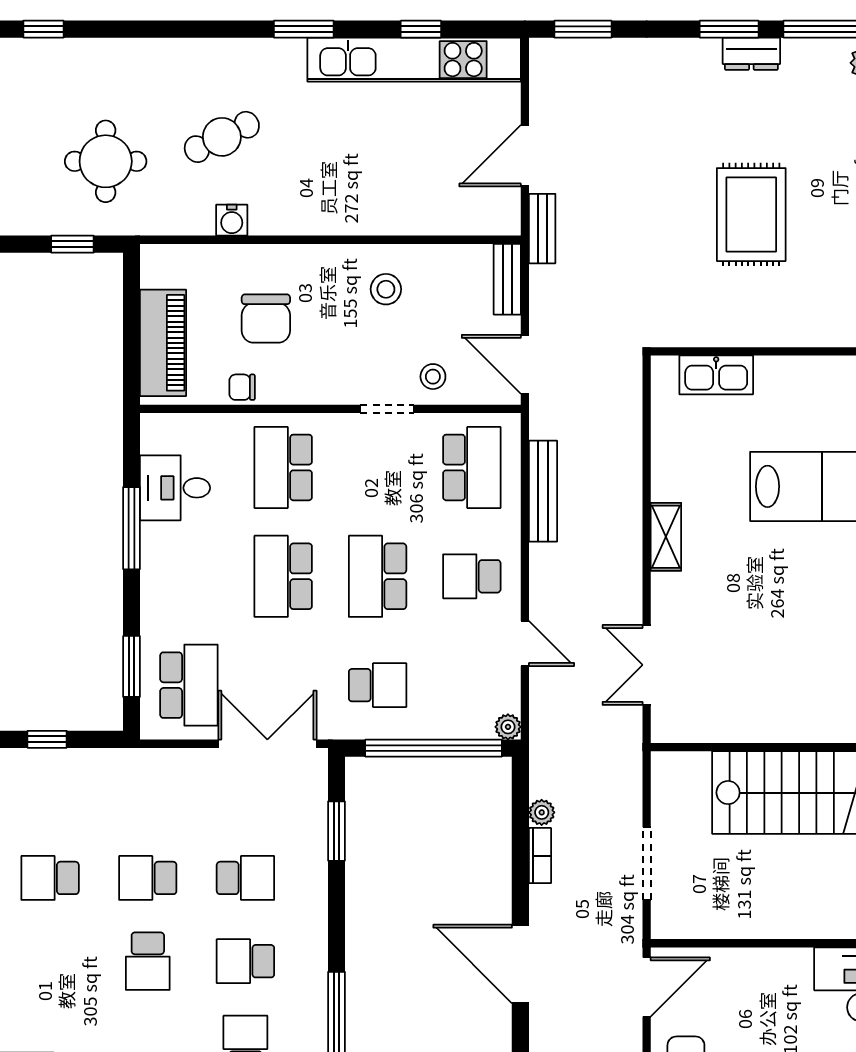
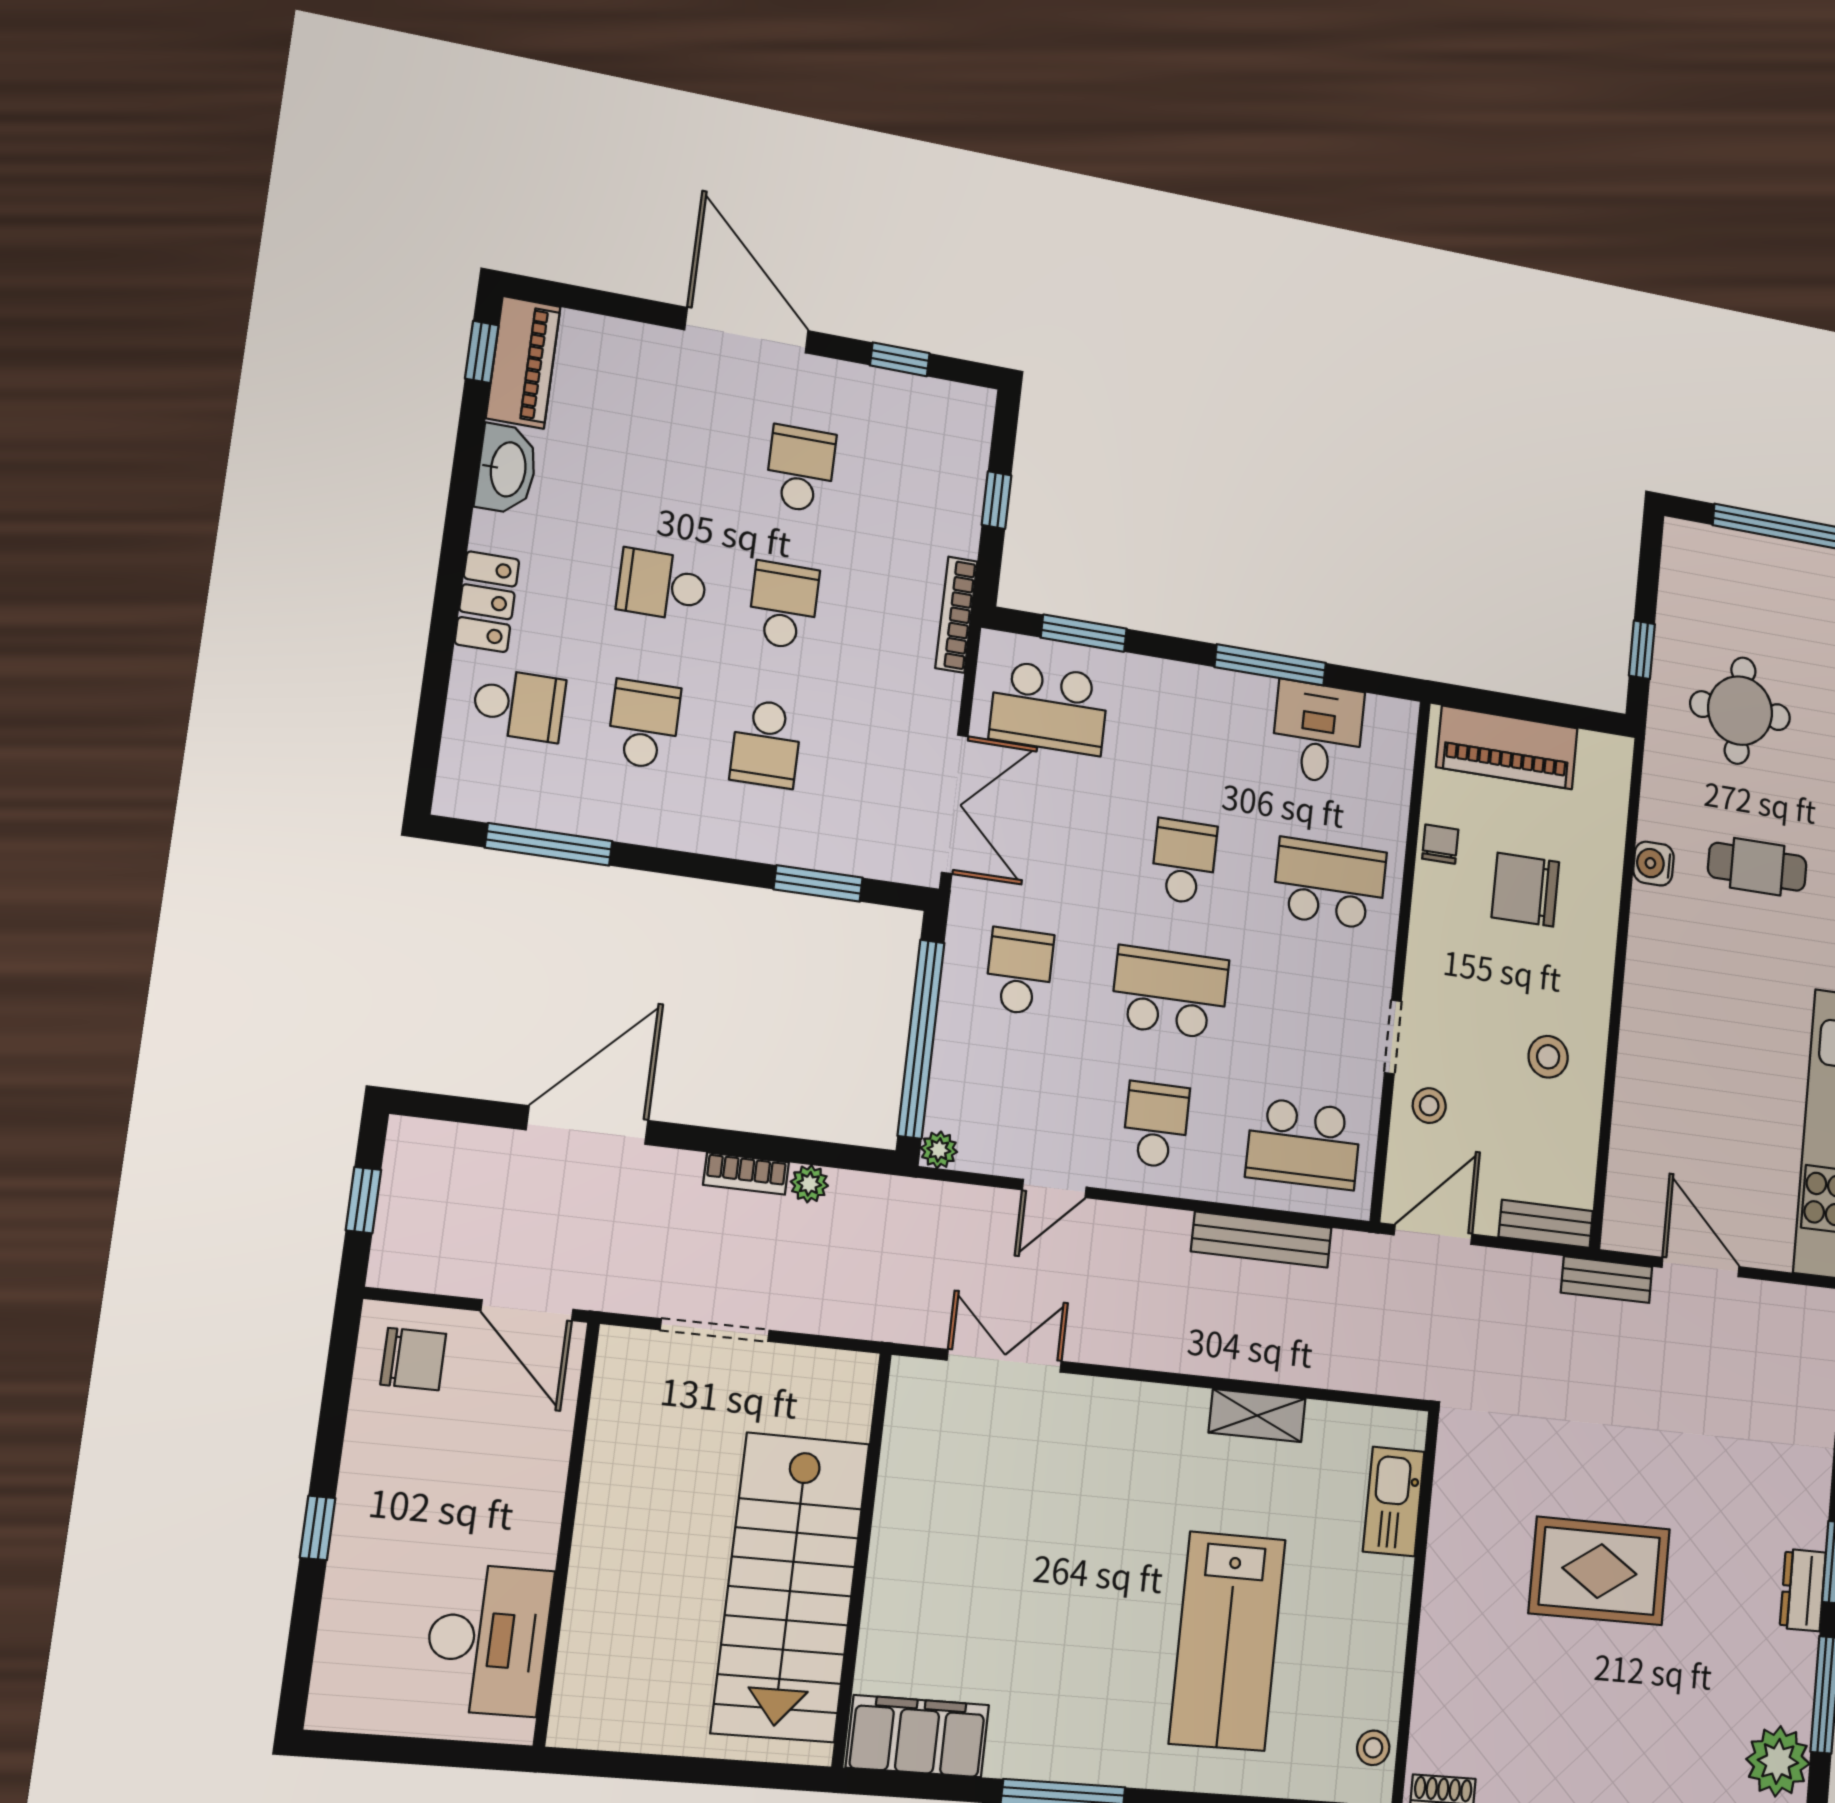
cafe table: (222, 137) -> (1757, 867), turned -64
shelving: (666, 537) -> (1257, 1416), moved
school desk: (283, 576) -> (1184, 862), width x0.54
school desk: (378, 685) -> (1019, 971), turned 180
bookcase: (134, 758) -> (956, 615), added

